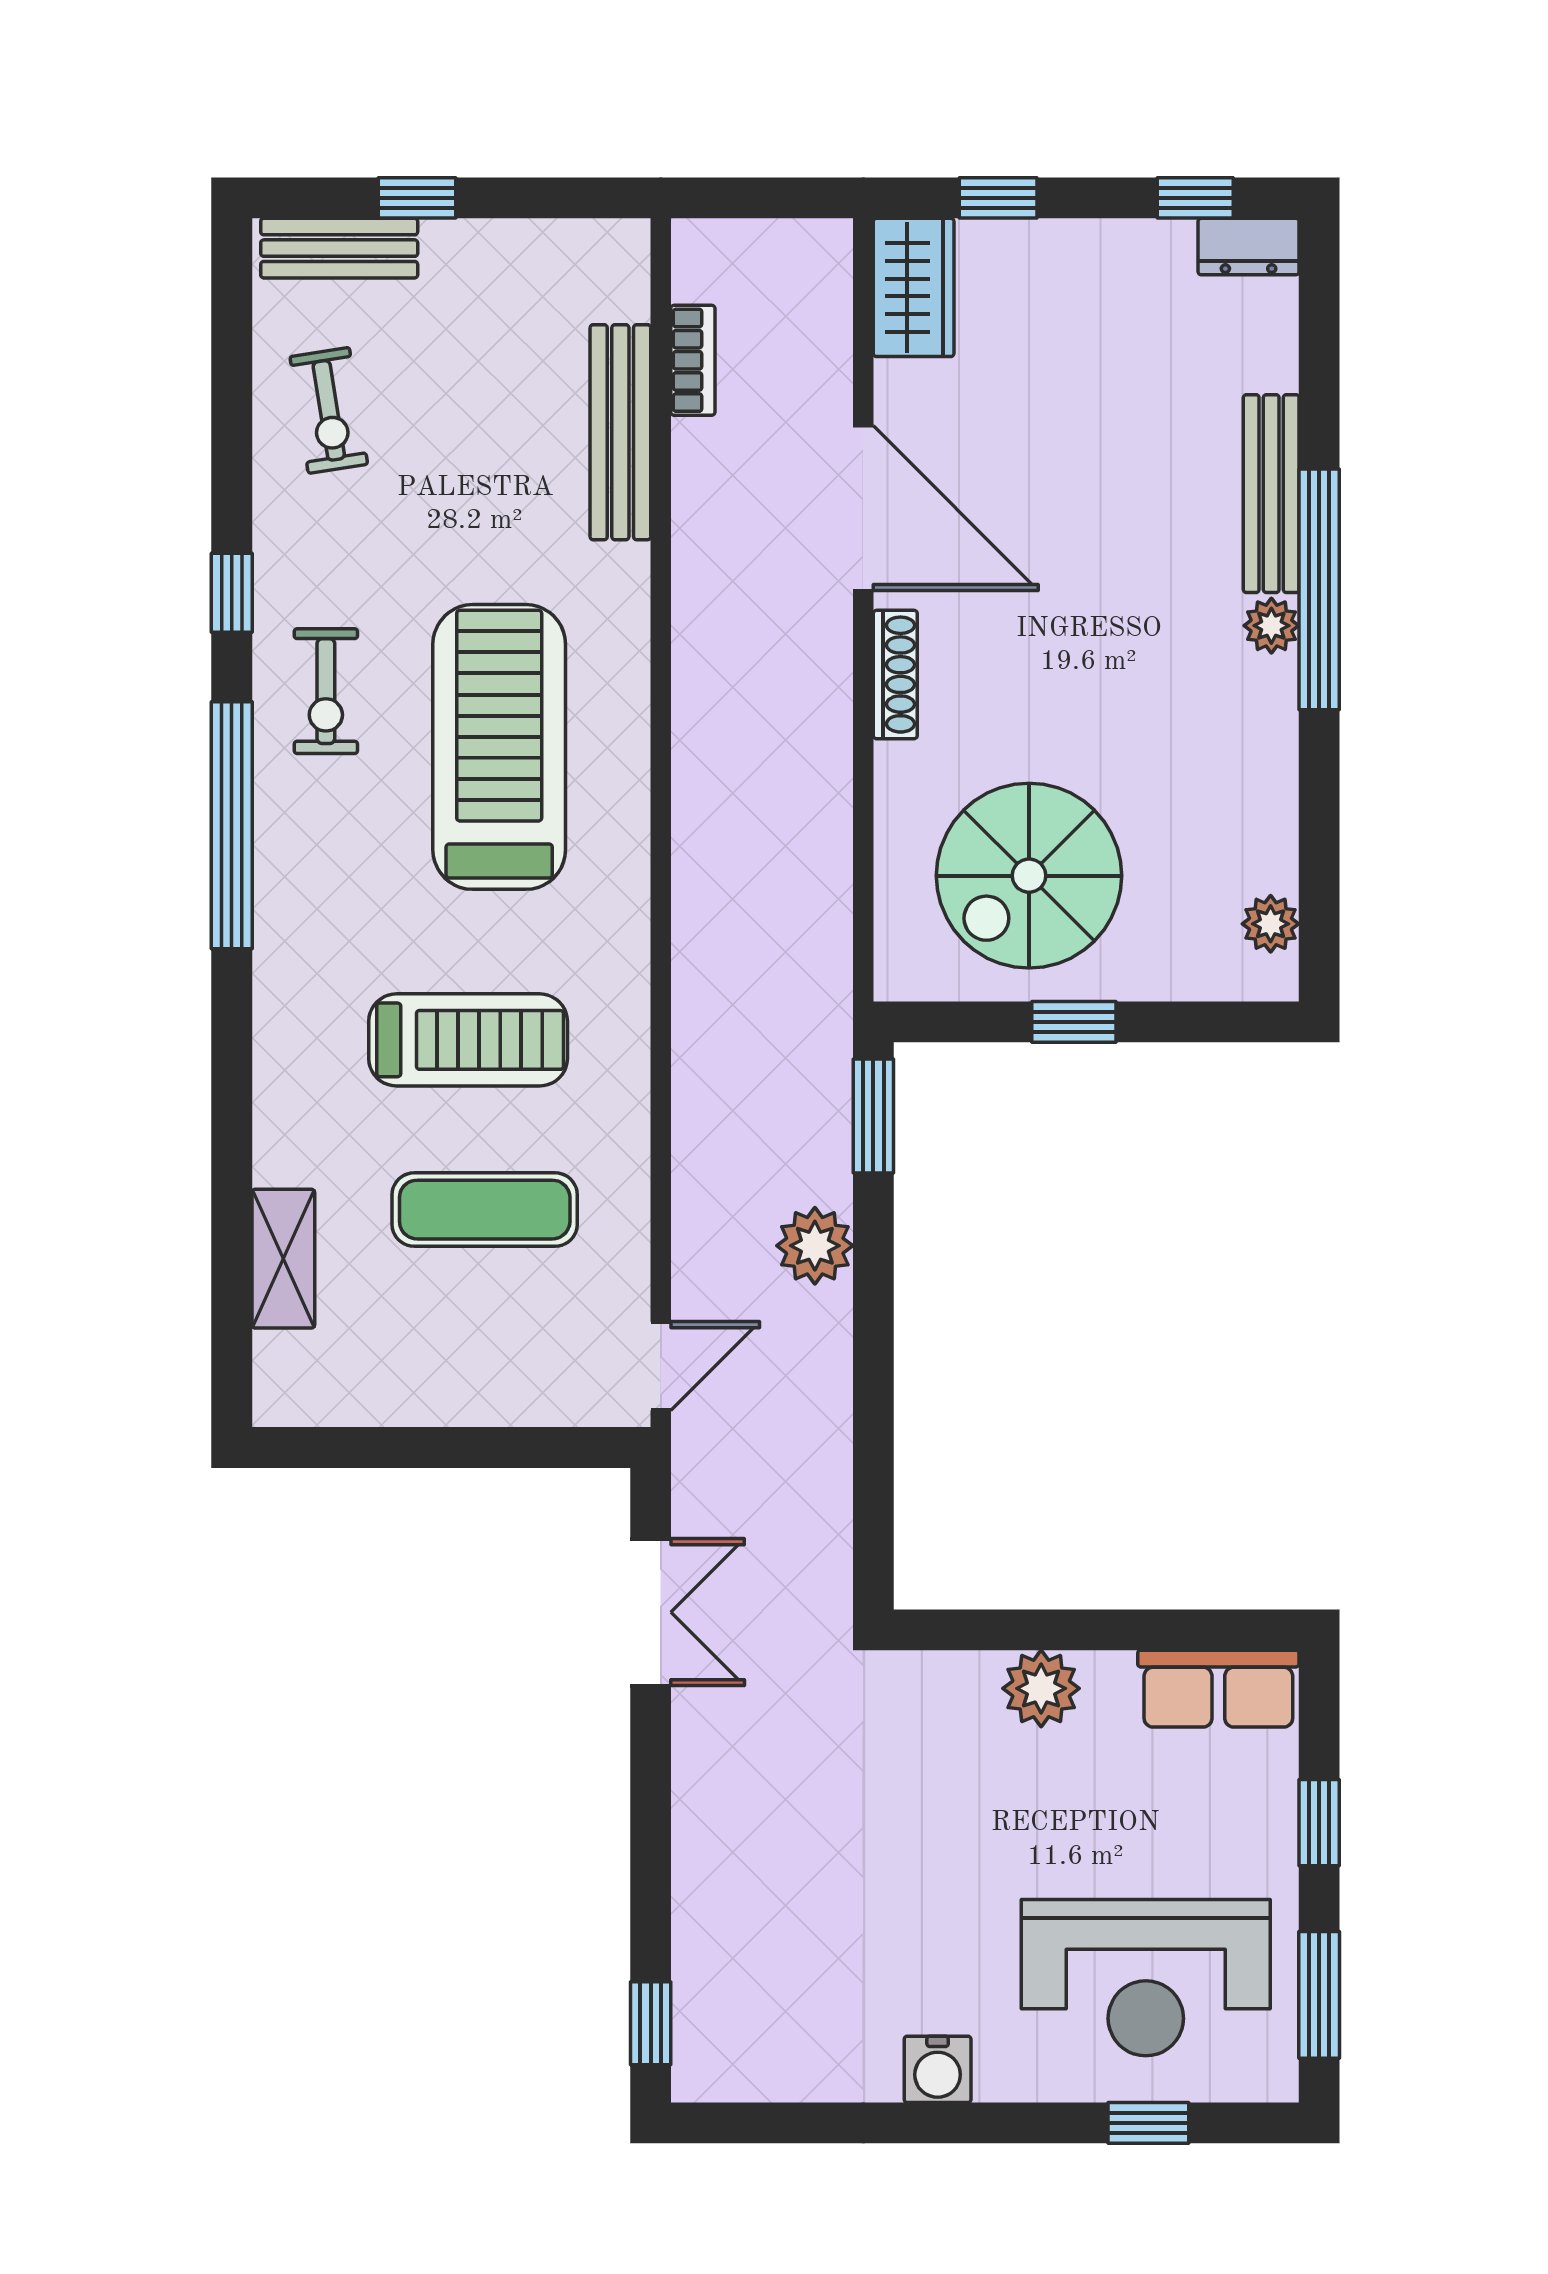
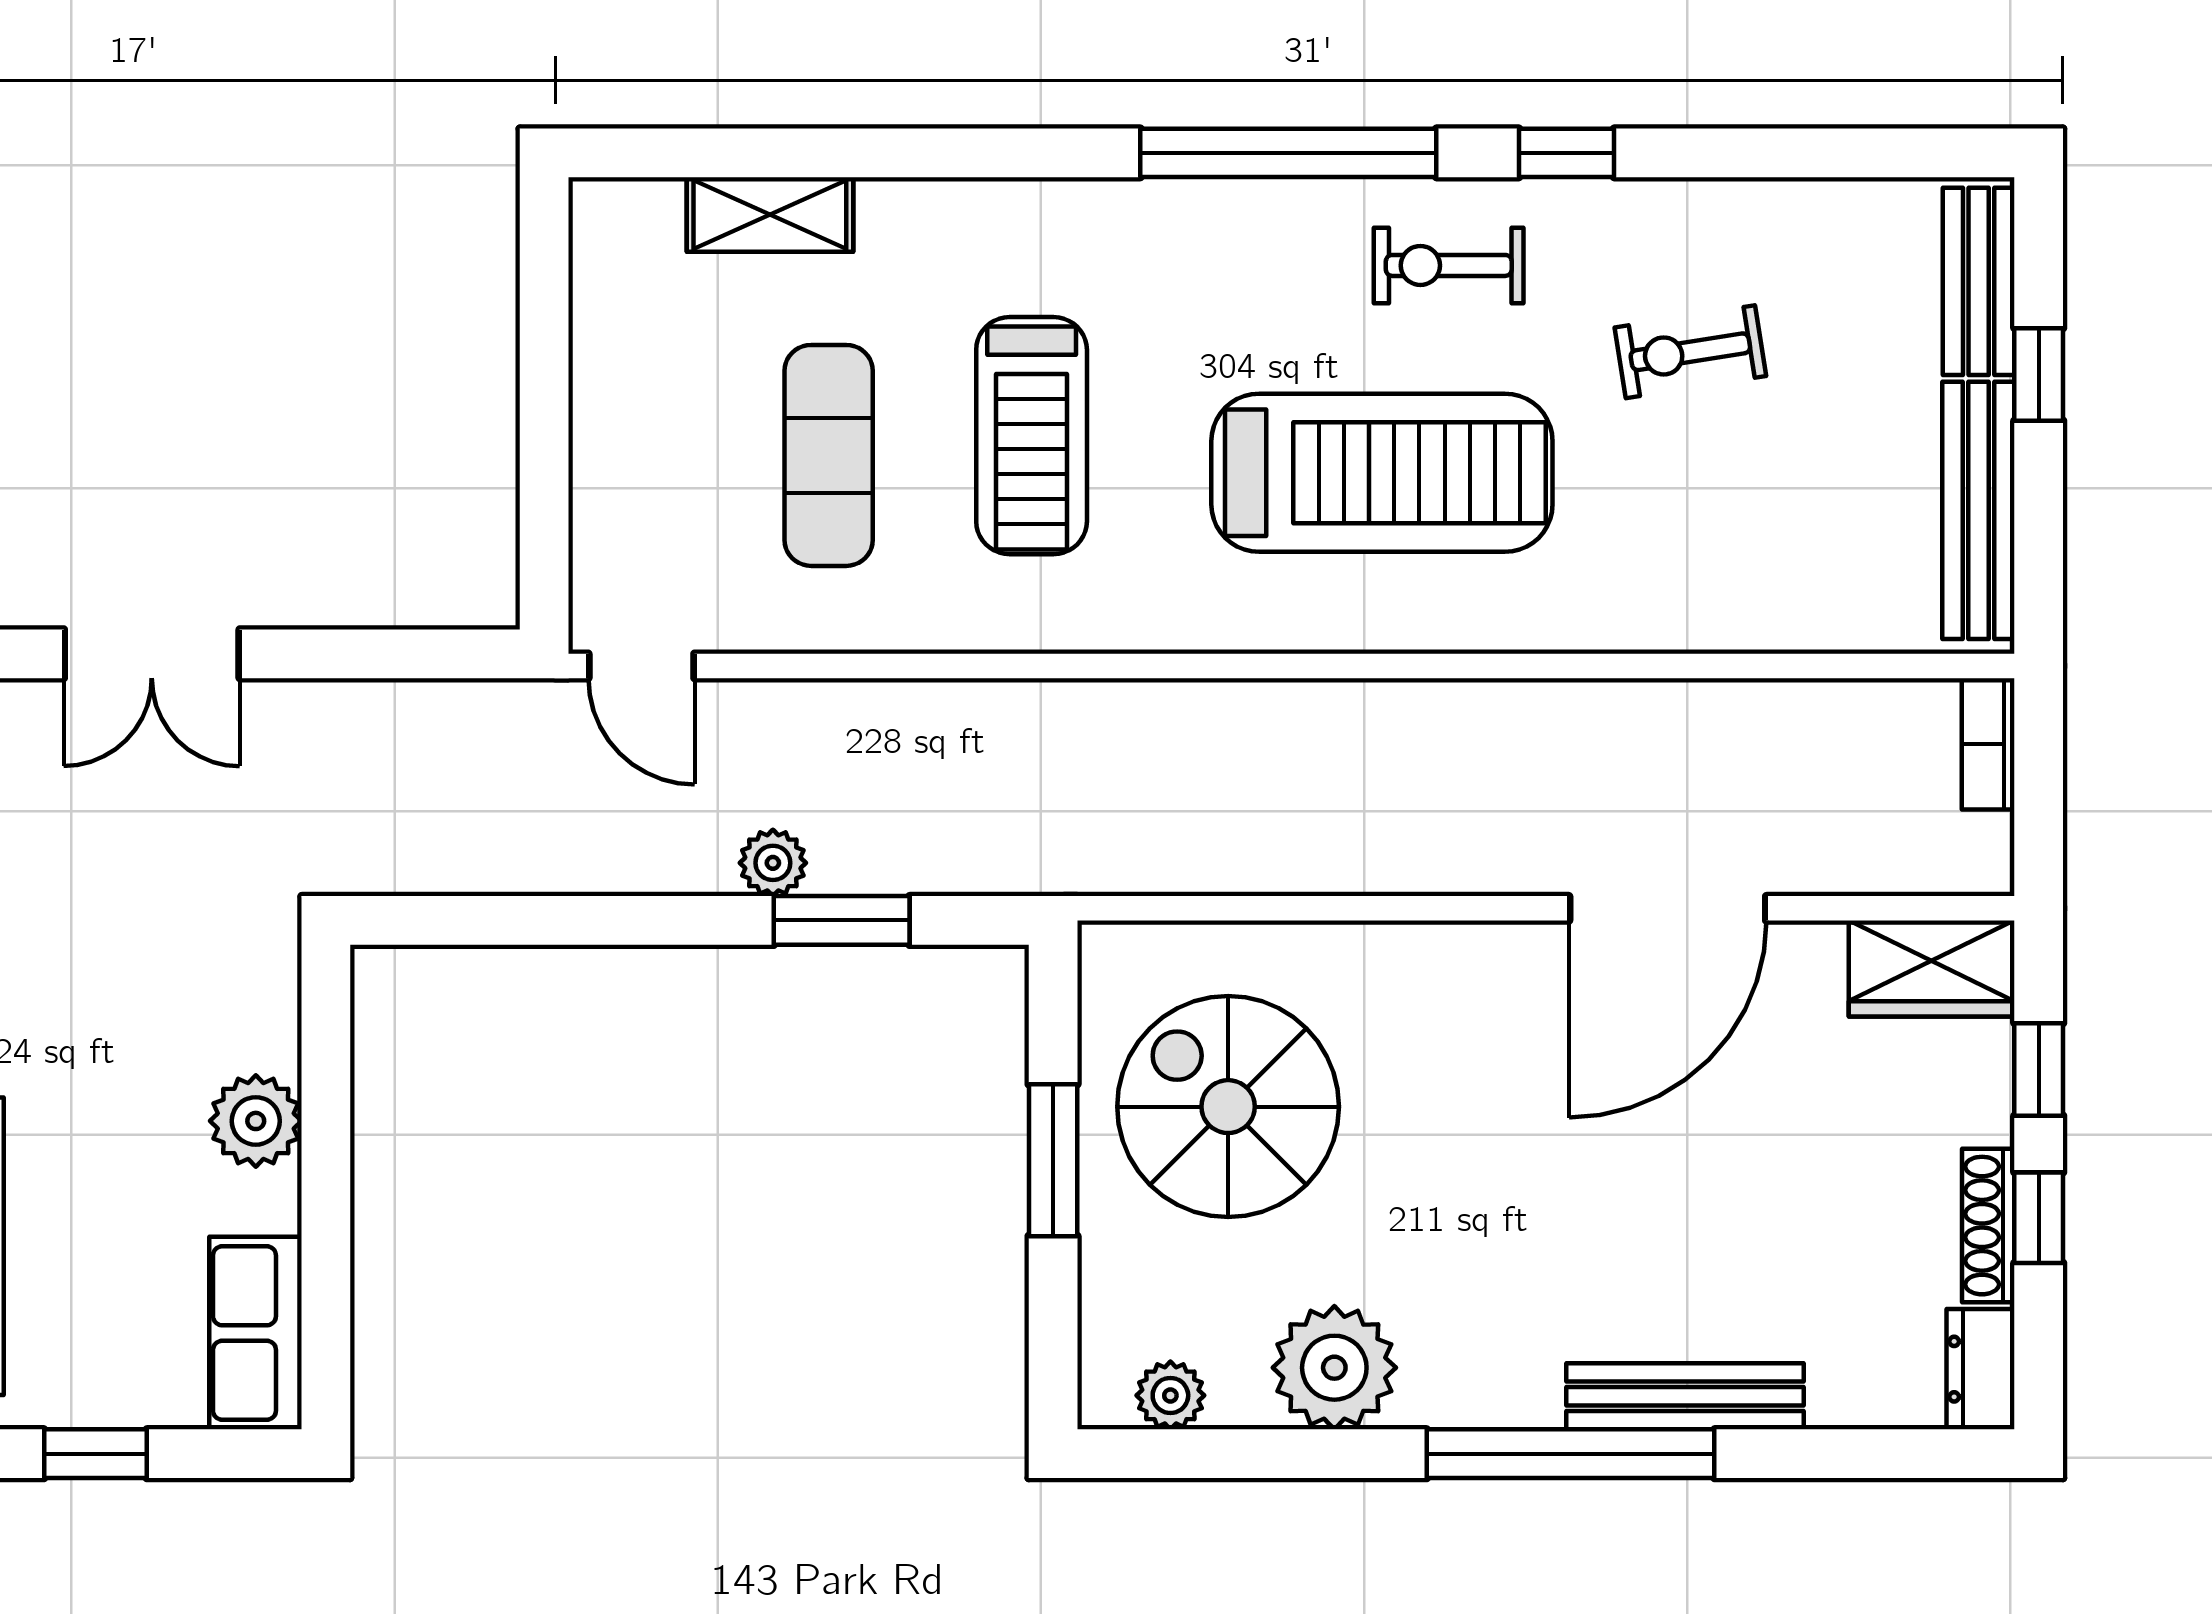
window: (1195, 198) -> (2039, 1218), moved
bookcase: (693, 360) -> (1988, 744), moved, turned 90
exercise bike: (329, 410) -> (1690, 352), moved
bench: (620, 432) -> (1978, 510), moved, turned 90
plant: (1271, 626) -> (1334, 1368), moved, width x1.88, depth x1.88
shoe rack: (895, 675) -> (1988, 1226), moved, turned 90
window: (1074, 1022) -> (1053, 1160), width x1.50
window: (873, 1116) -> (842, 920), moved
plant: (815, 1246) -> (773, 863), width x0.73, depth x0.73
double door: (651, 1612) -> (152, 654), moved

